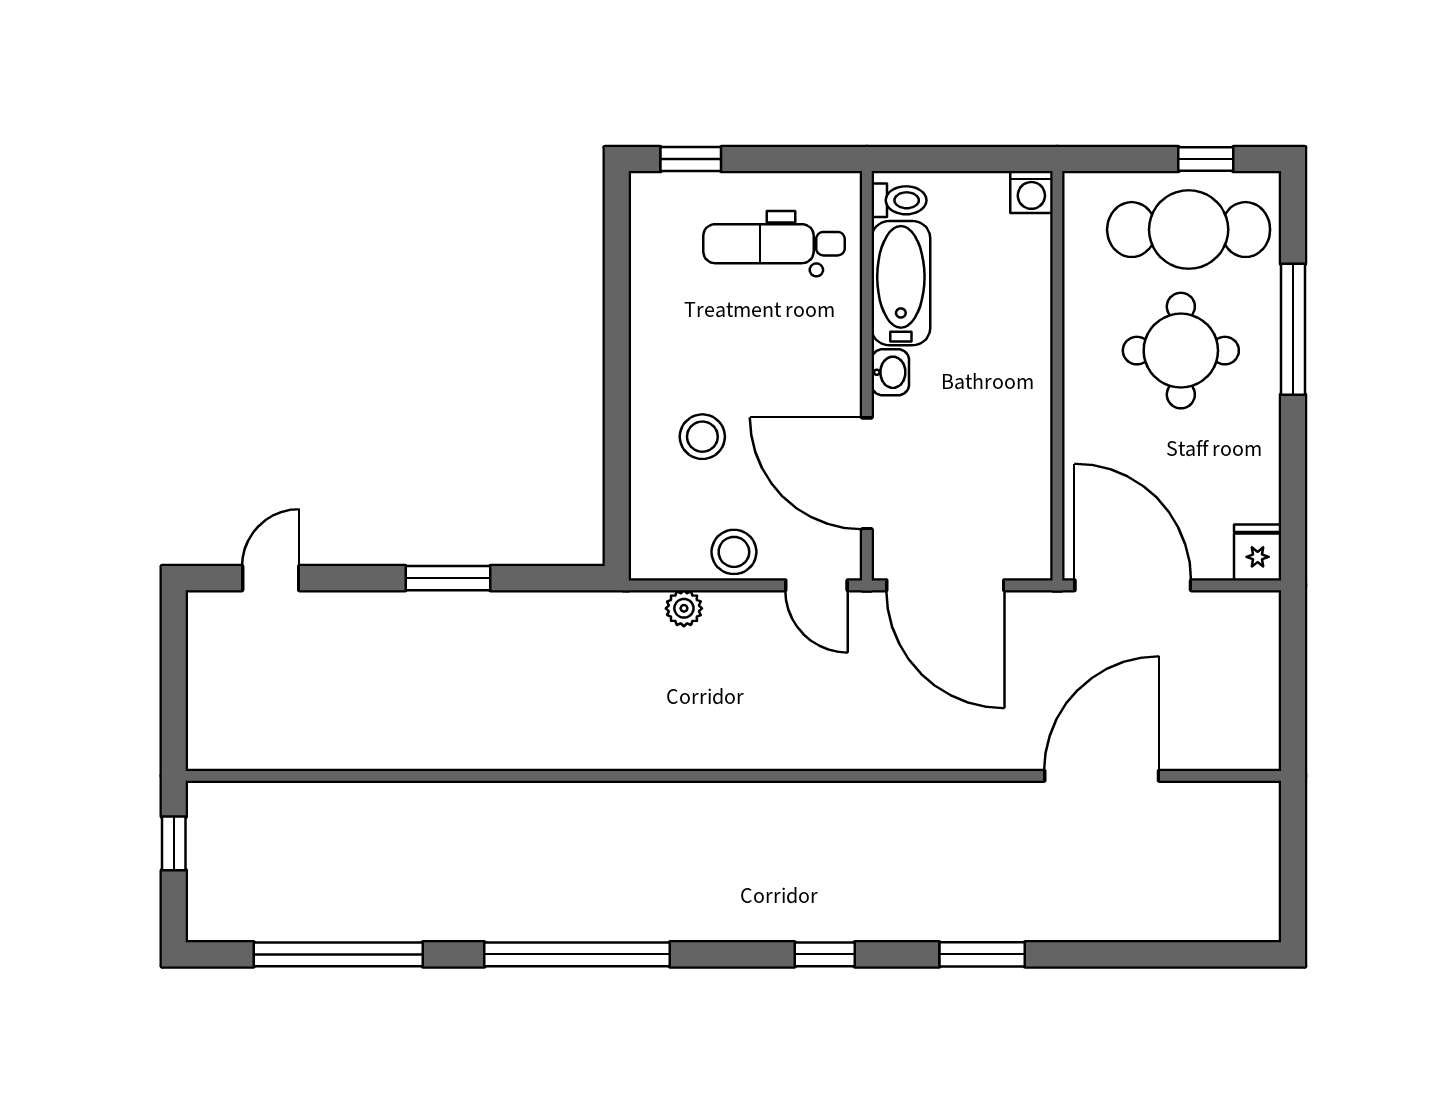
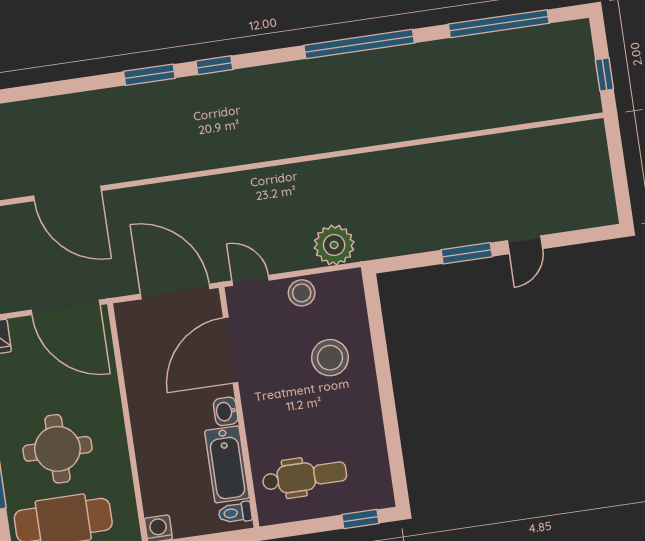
stool: (702, 437) -> (330, 358), width x1.38, depth x1.38
door: (867, 473) -> (231, 350), swing flipped
door: (271, 578) -> (525, 245), moved
plant: (684, 608) -> (334, 245), width x1.88, depth x1.88
door: (1102, 776) -> (67, 193), hinge flipped
window: (982, 954) -> (149, 75), moved

